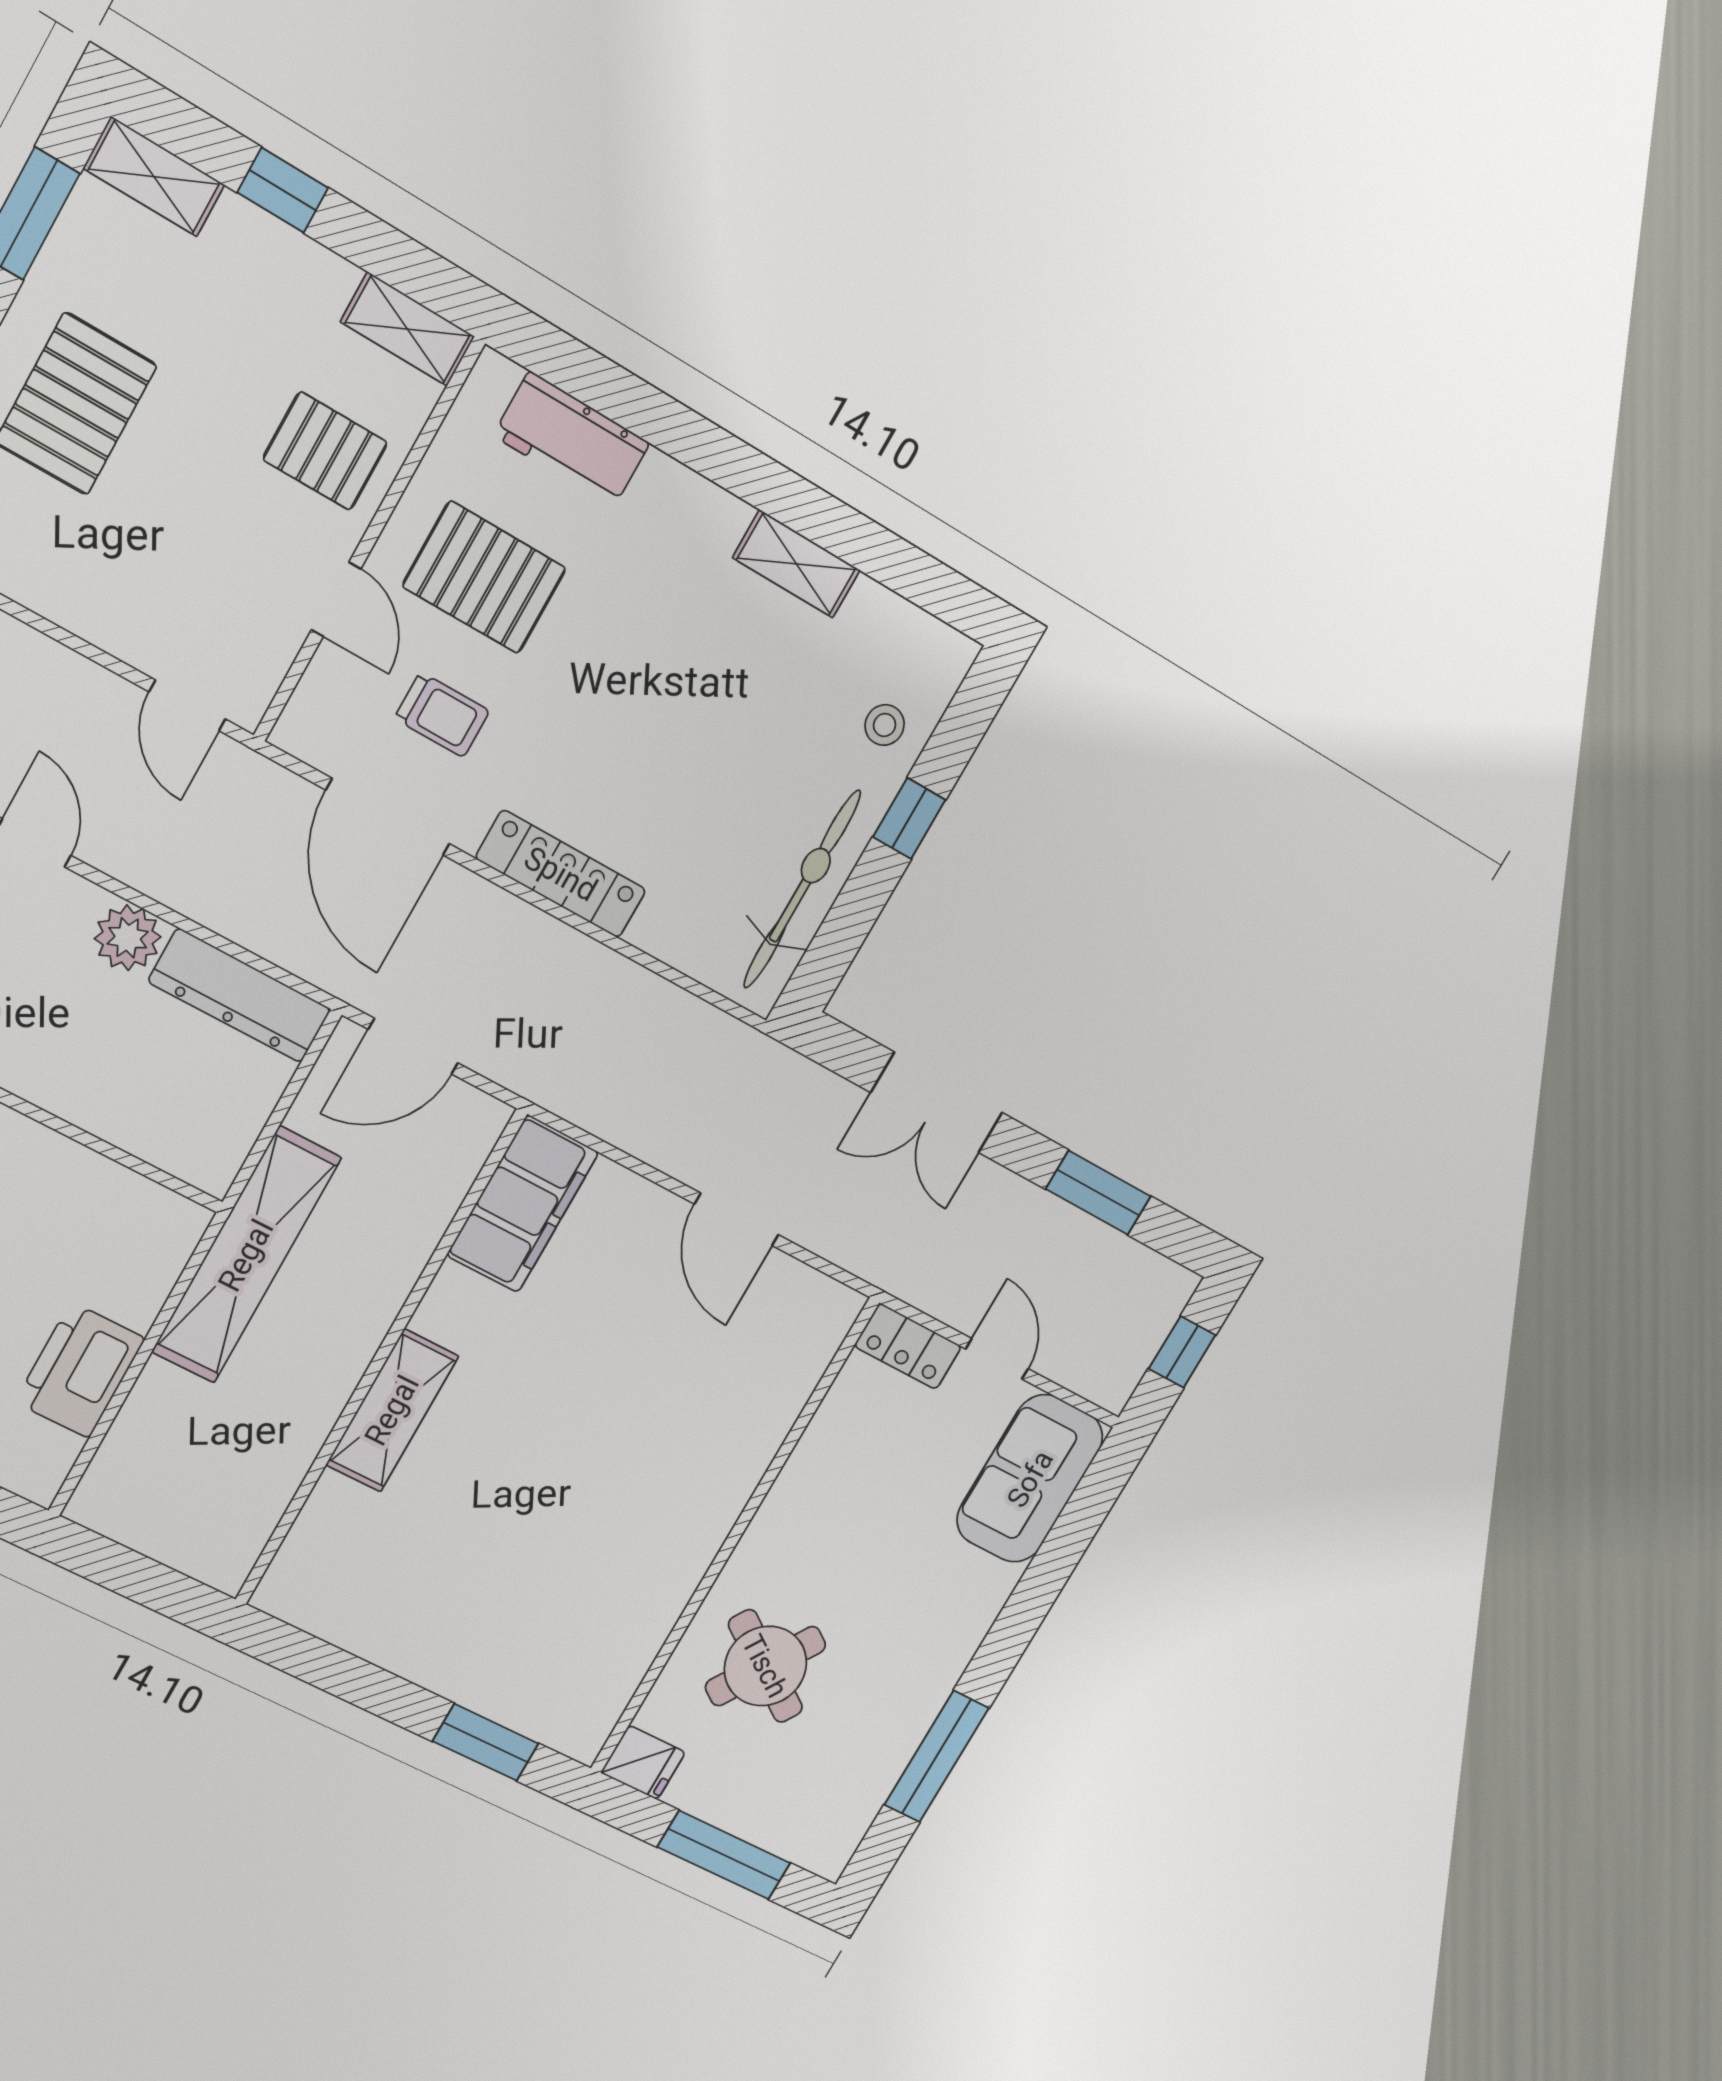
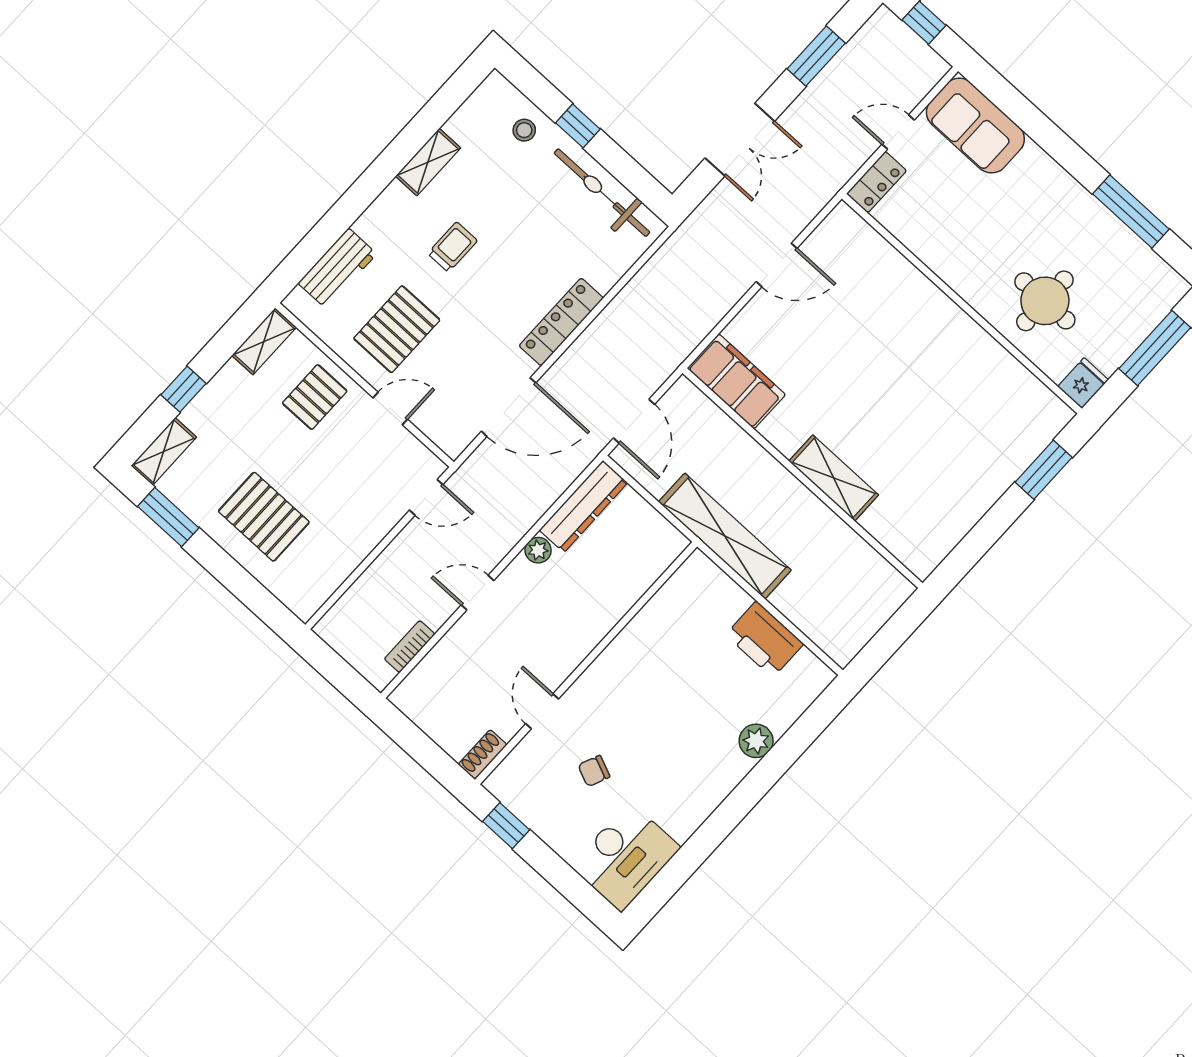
trolley: (442, 715) -> (452, 247), moved
plant: (128, 938) -> (538, 550), width x0.73, depth x0.73
round table: (765, 1666) -> (1045, 301), turned -34

